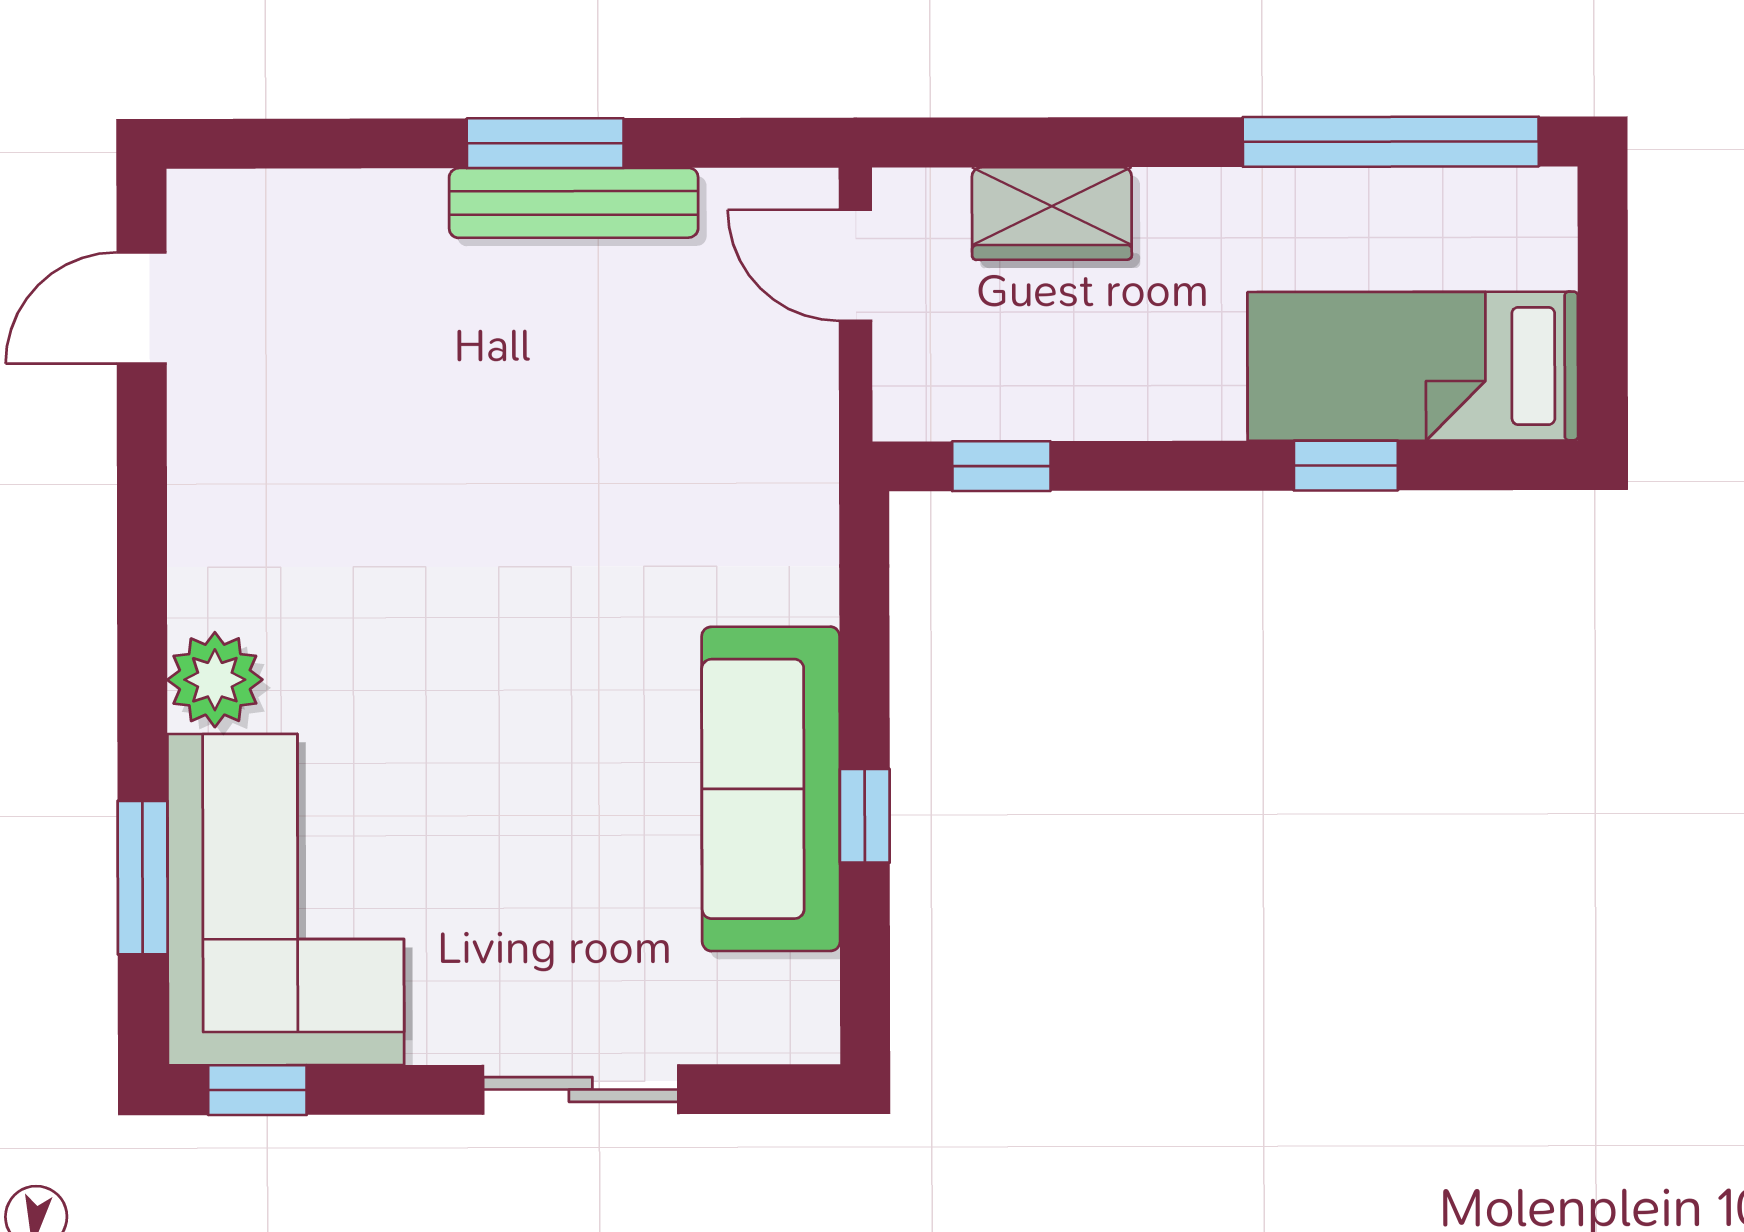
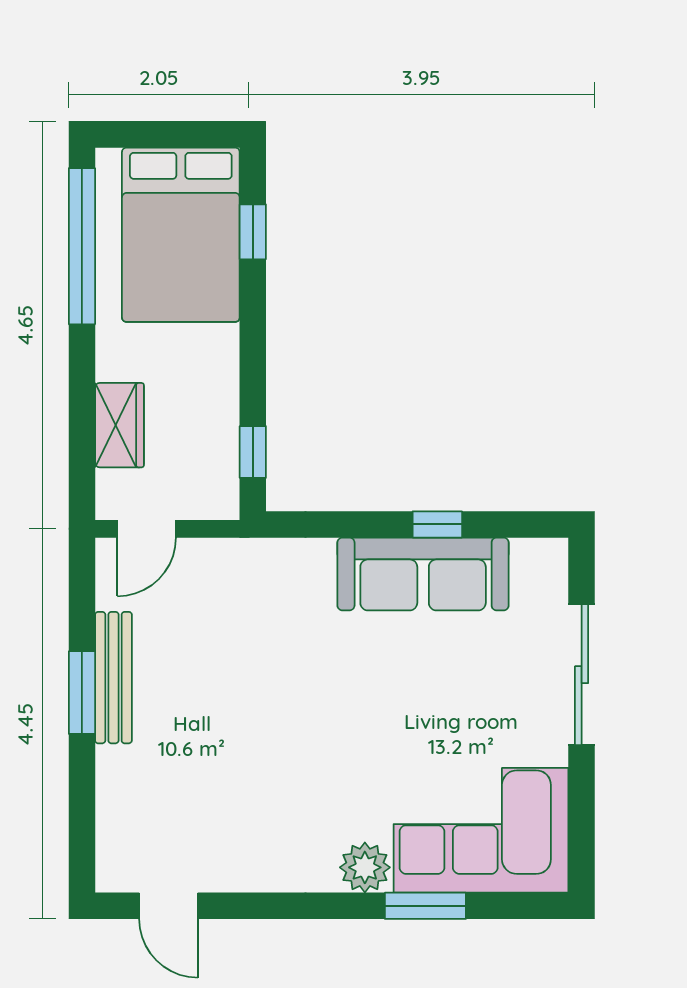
bed: (1413, 366) -> (181, 235), width x1.50
window: (1346, 466) -> (253, 232), moved
window: (143, 878) -> (425, 906), moved
window: (257, 1090) -> (582, 845), removed
sliding door: (581, 1090) -> (582, 675), width x1.37

